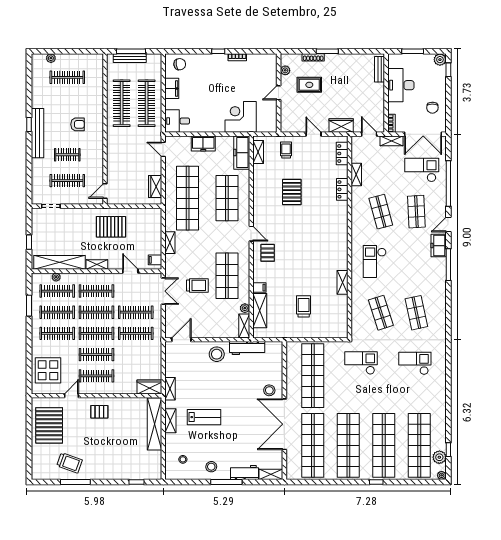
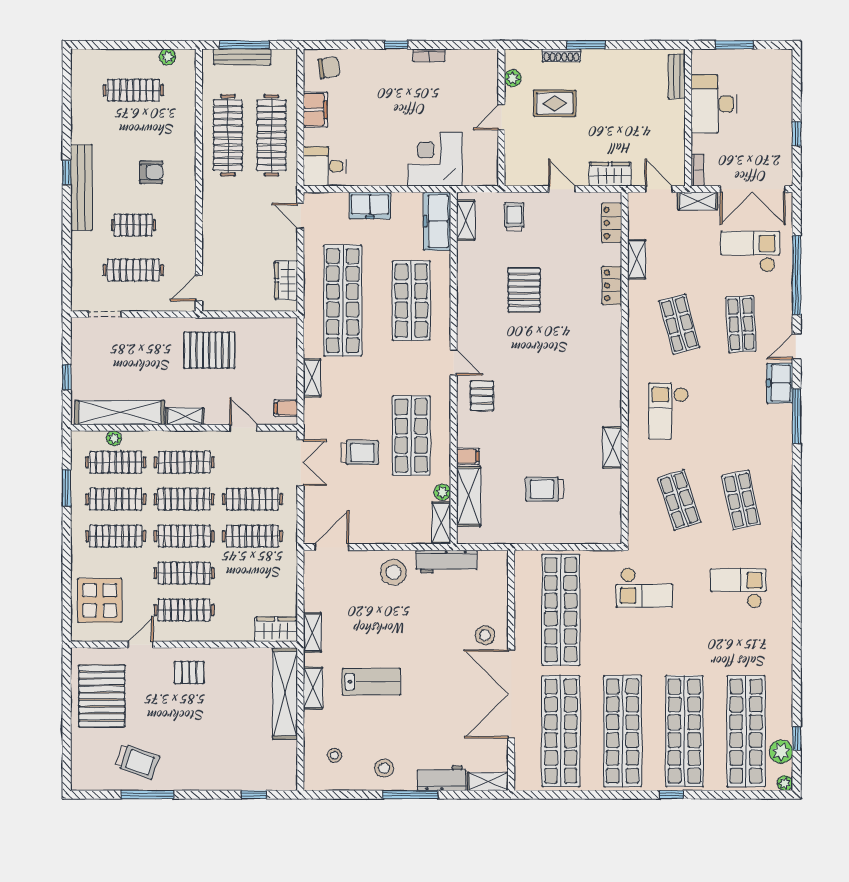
plant: (51, 58) -> (167, 57), moved
plant: (440, 60) -> (782, 59), removed
window: (448, 70) -> (797, 134), moved
chair: (432, 108) -> (769, 143), removed
trolley: (304, 306) -> (545, 489), turned -90
checkout: (361, 363) -> (644, 587), turned 180

